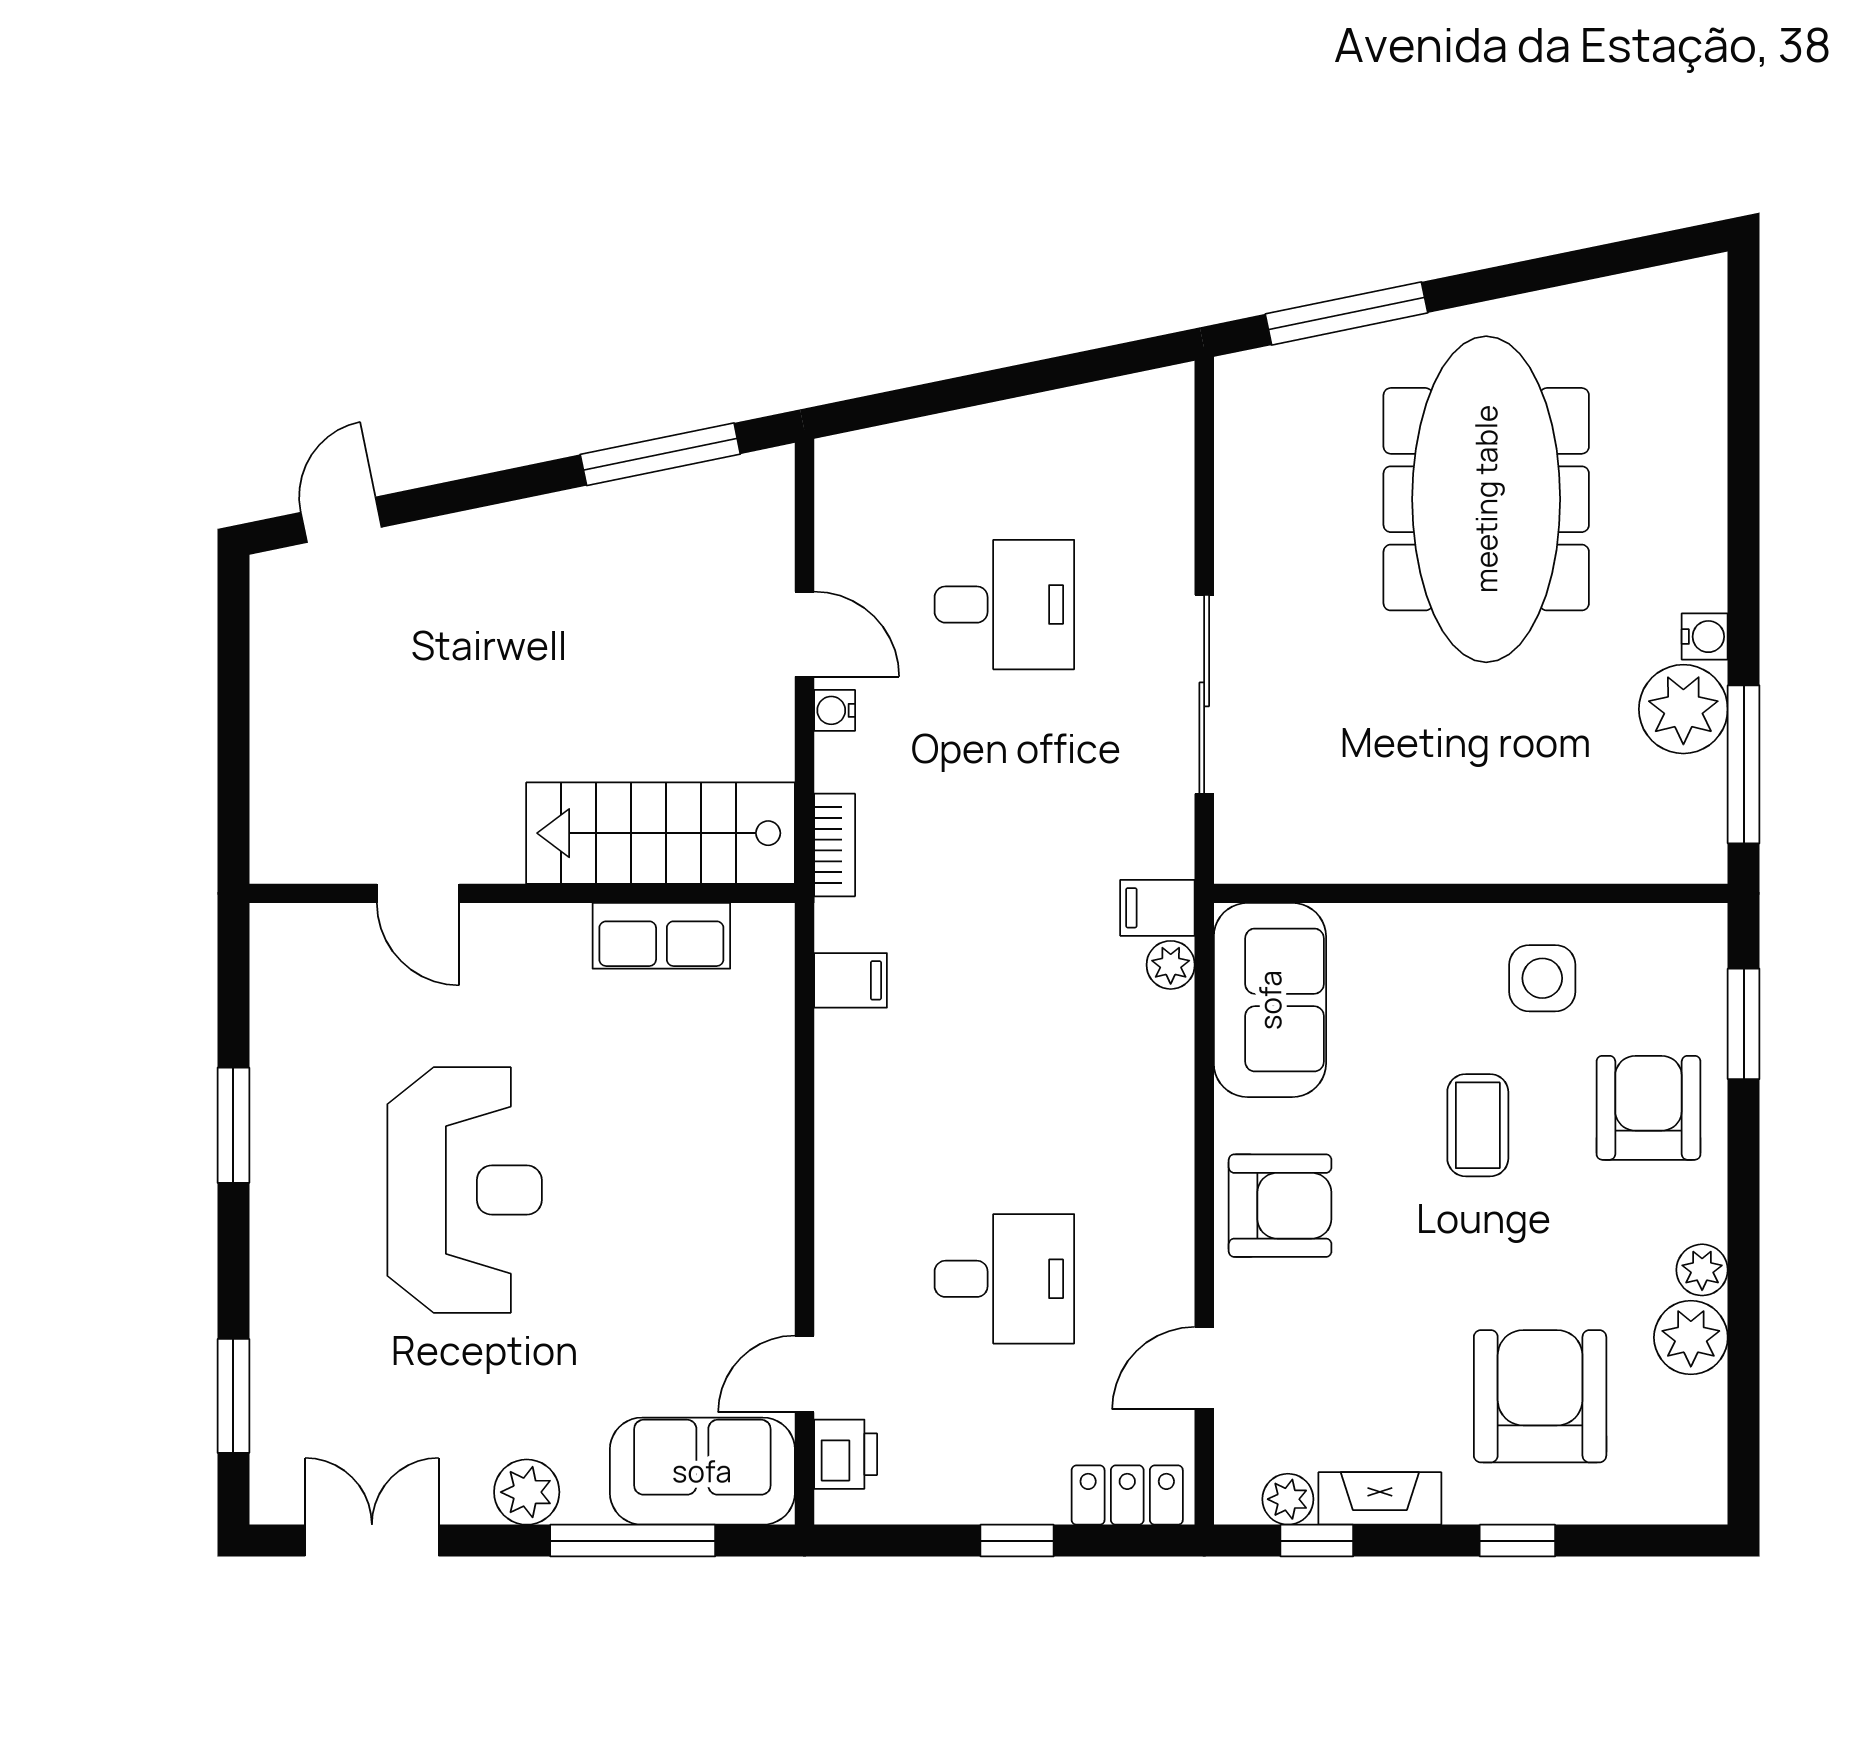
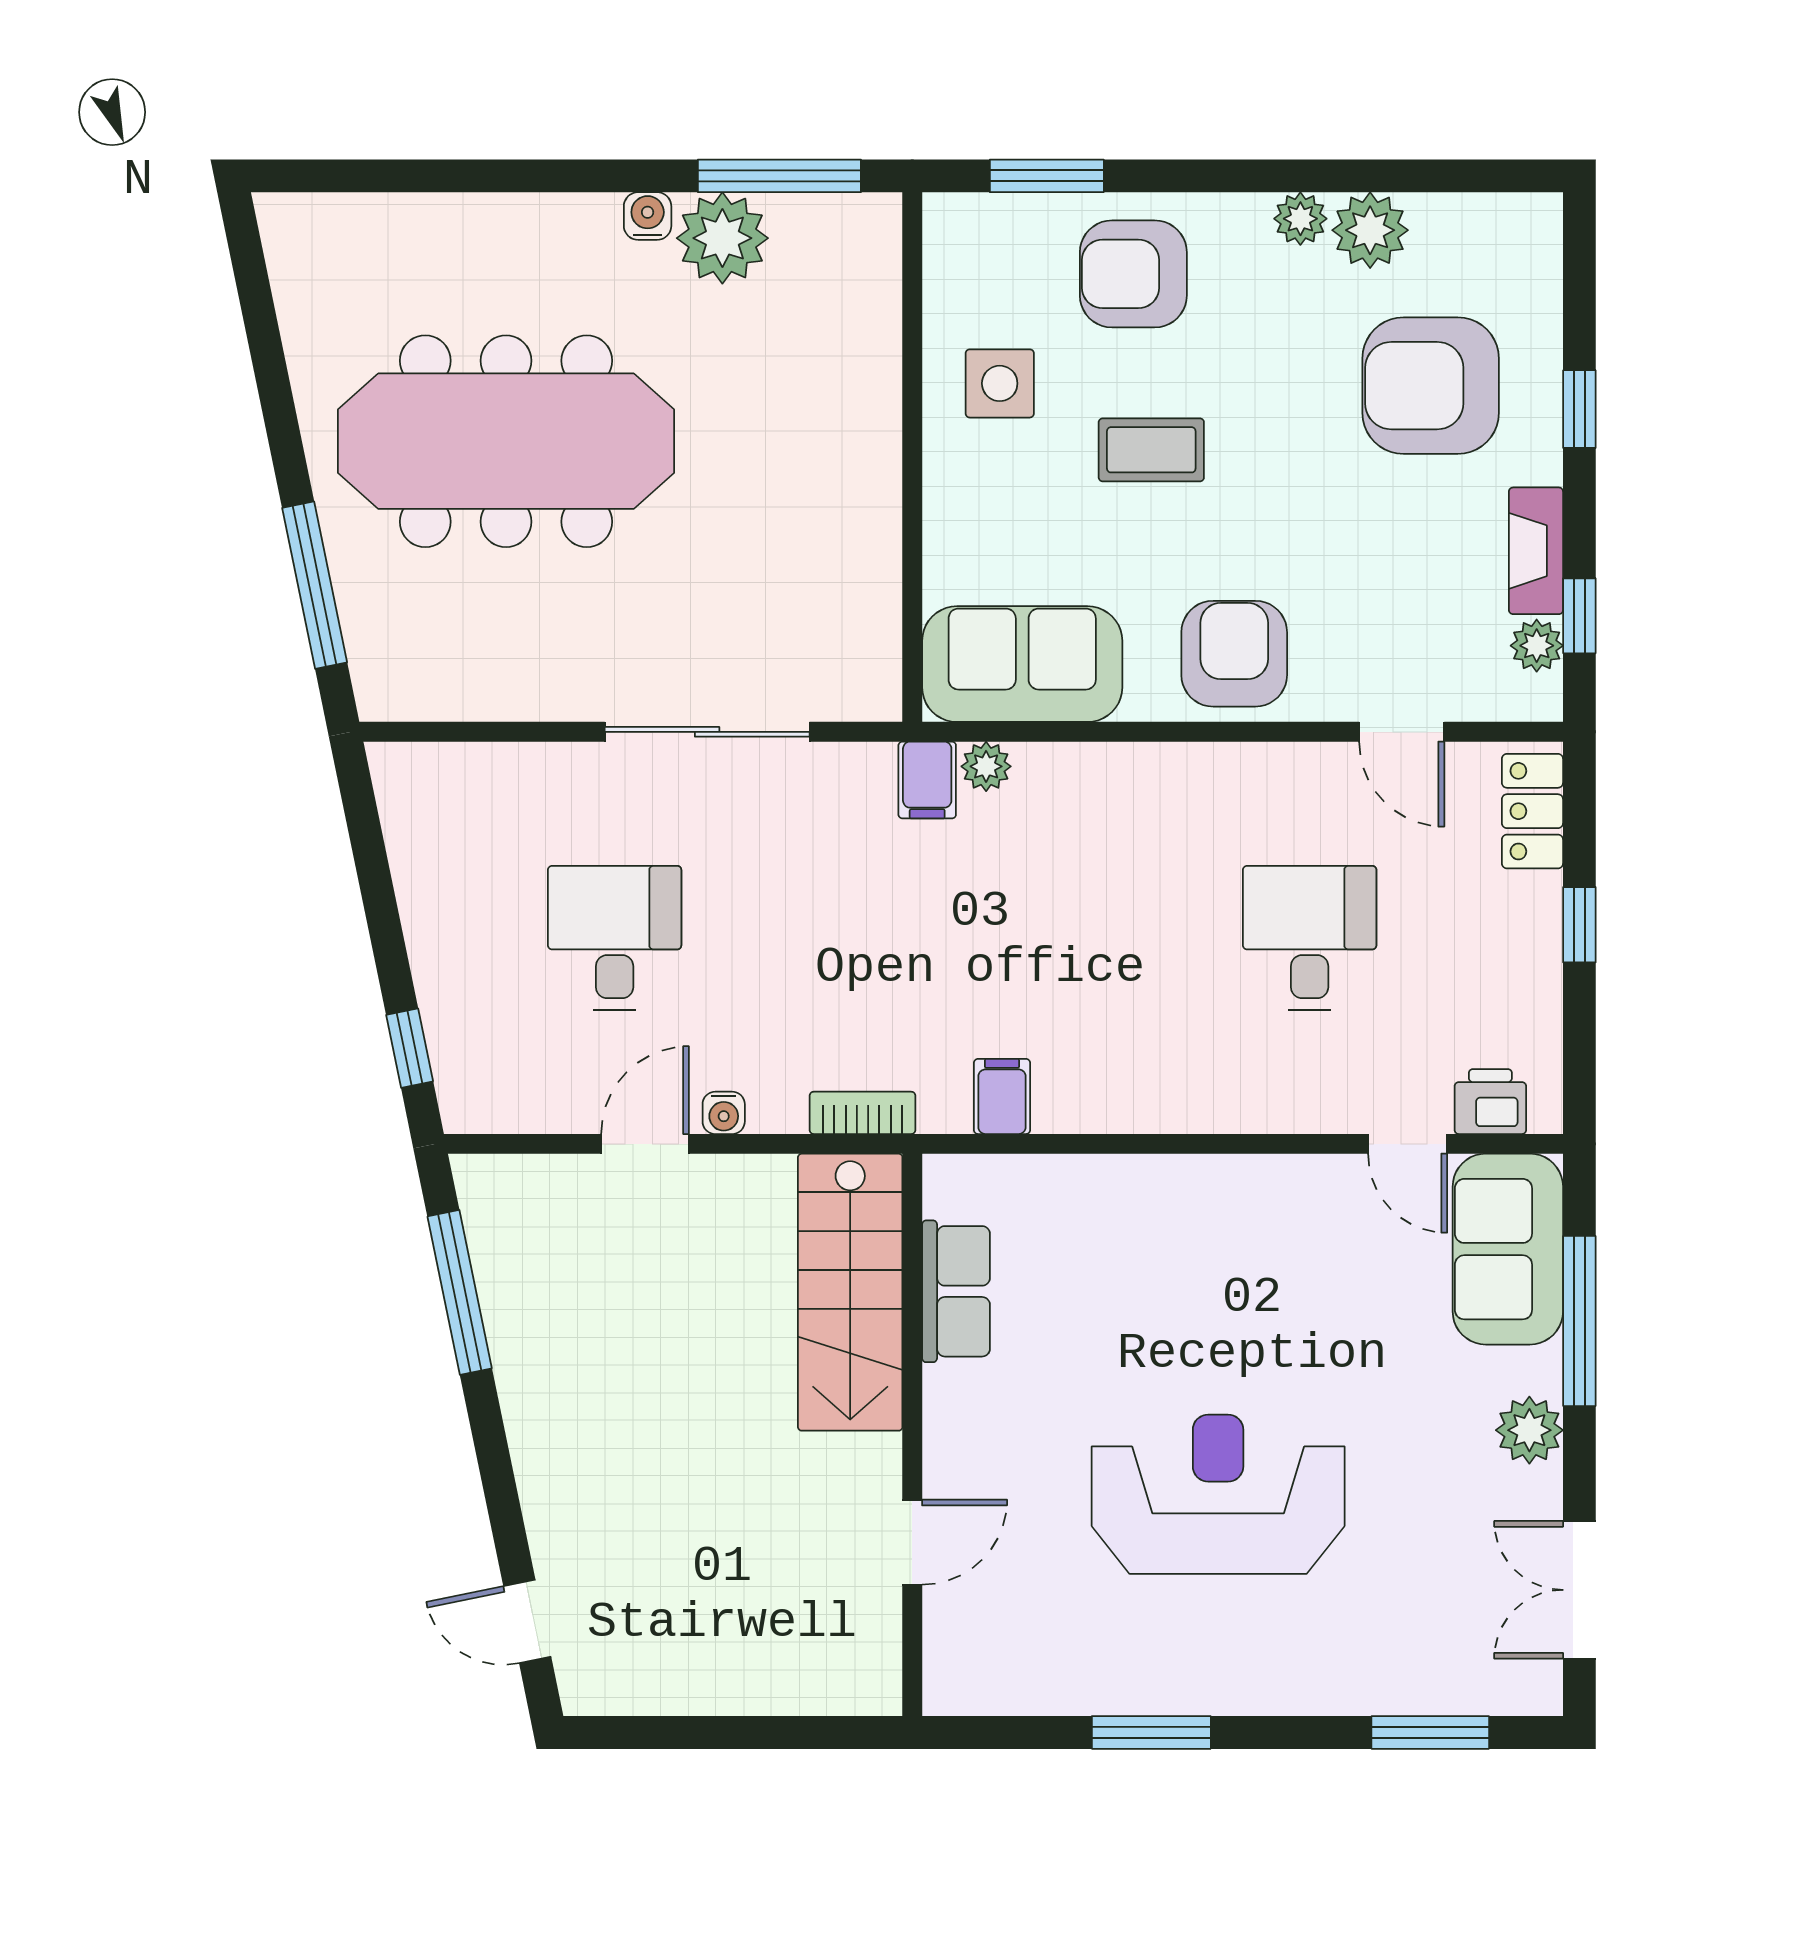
window: (897, 406) -> (410, 1048), added

